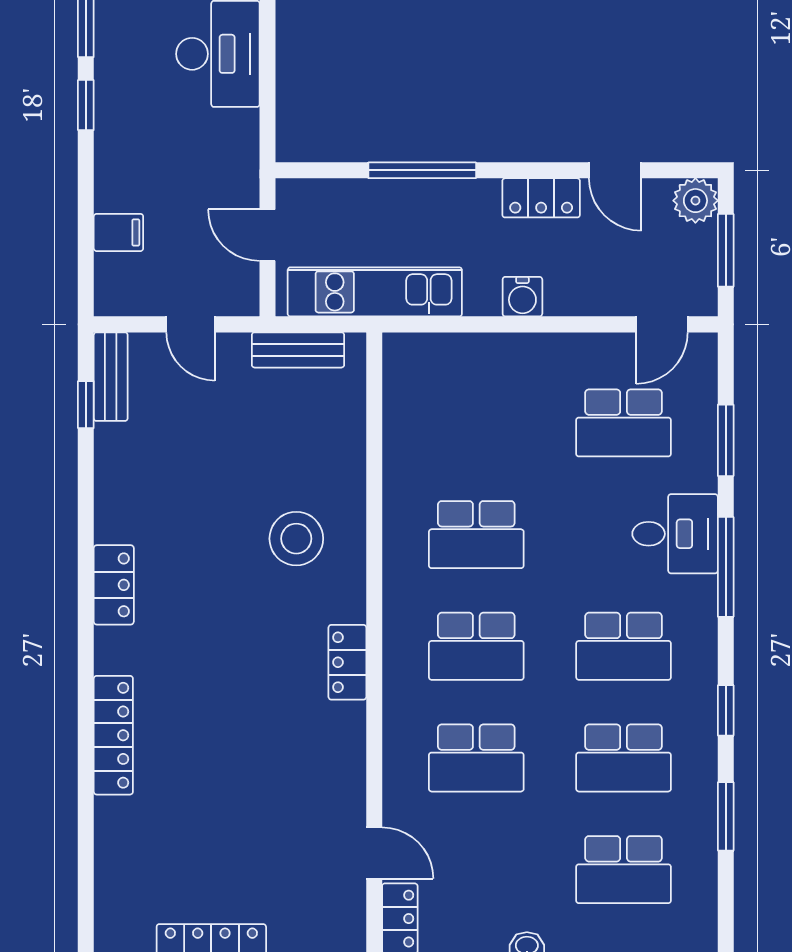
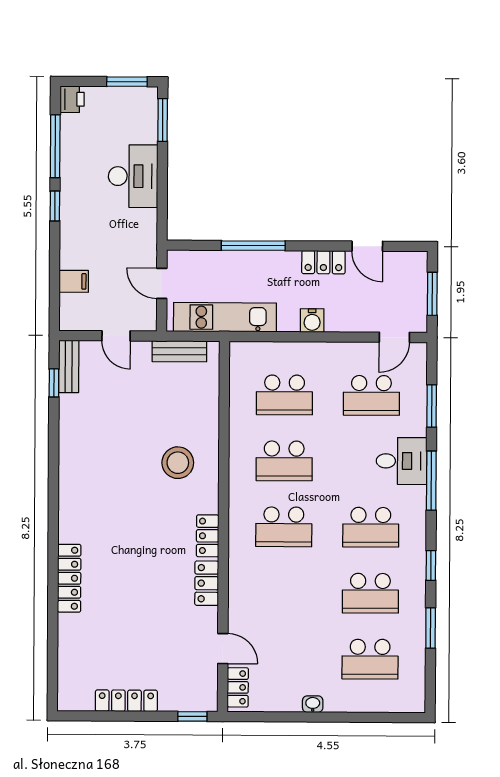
plant: (695, 201) -> (415, 264), removed
locker: (114, 585) -> (207, 583), moved, turned 180
school desk: (476, 758) -> (284, 395), moved

